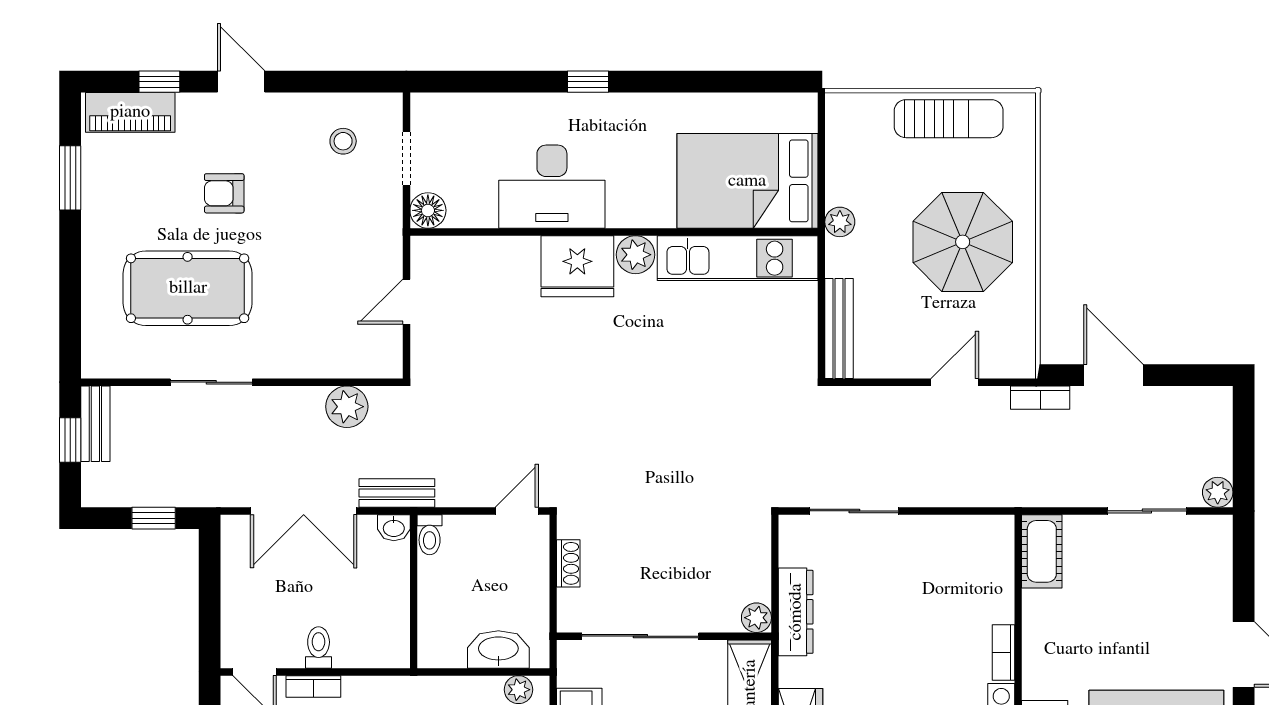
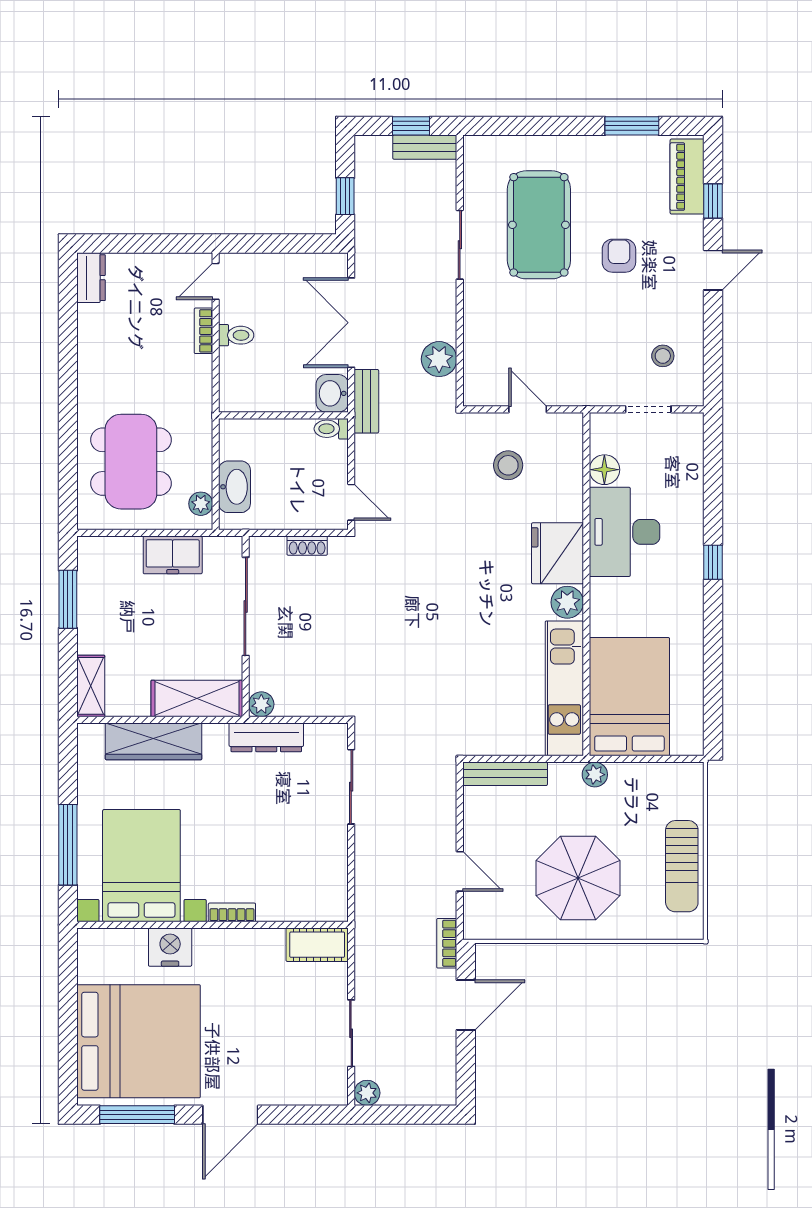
floor lamp: (428, 210) -> (604, 470), moved
stool: (473, 325) -> (508, 465), added
washbasin: (394, 528) -> (332, 393), width x1.38, depth x1.45

